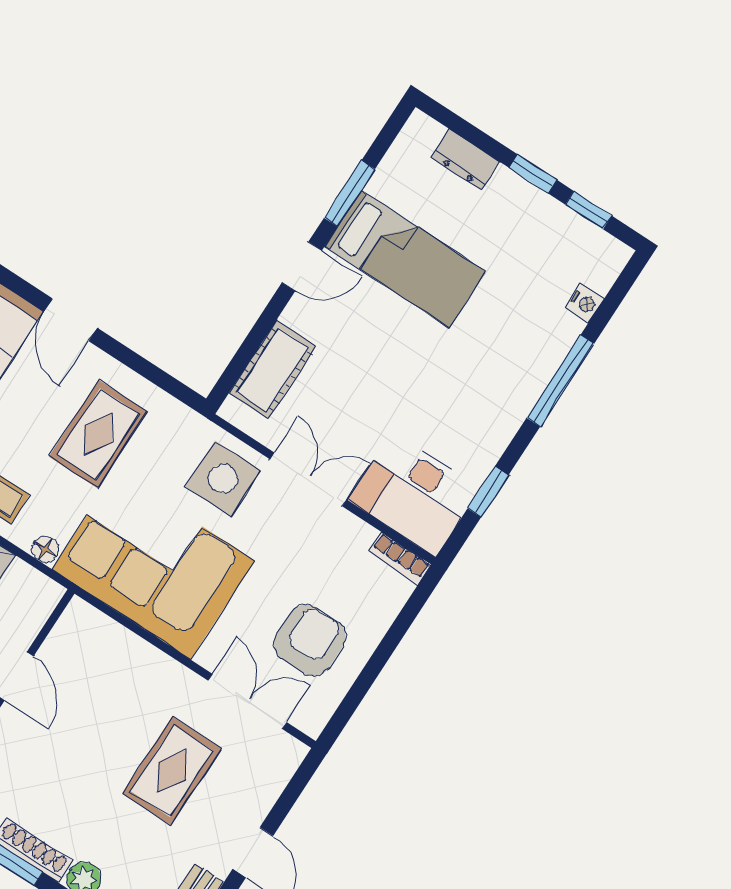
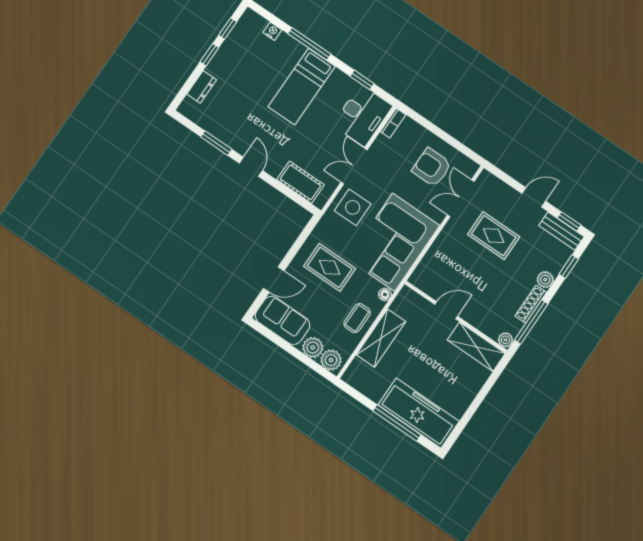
bed: (405, 259) -> (302, 87), moved, turned 180

